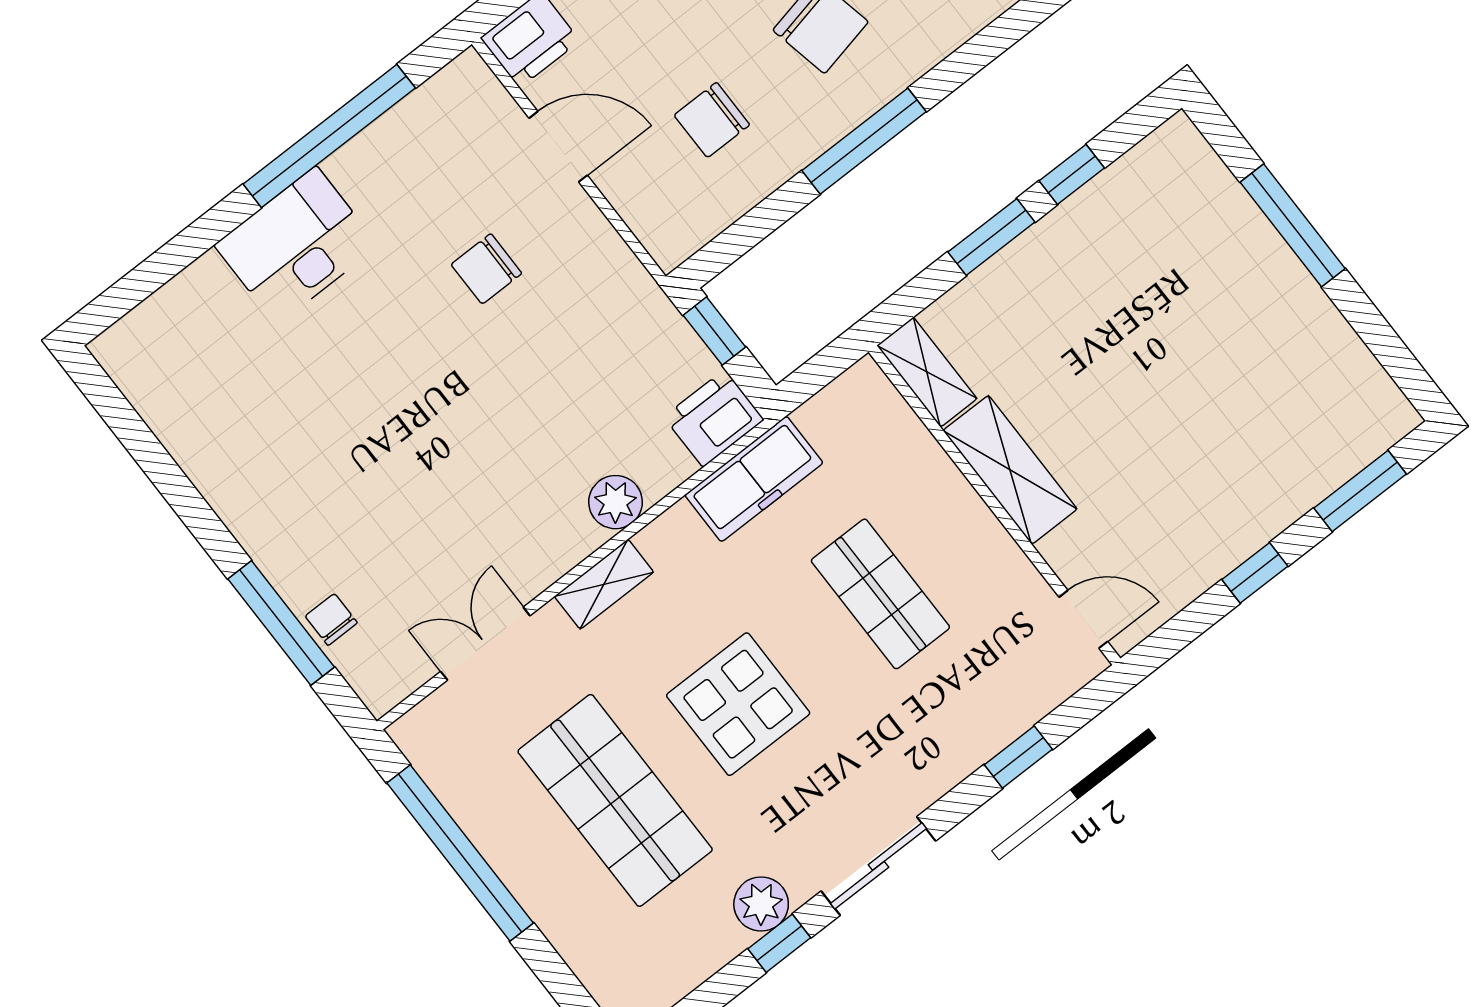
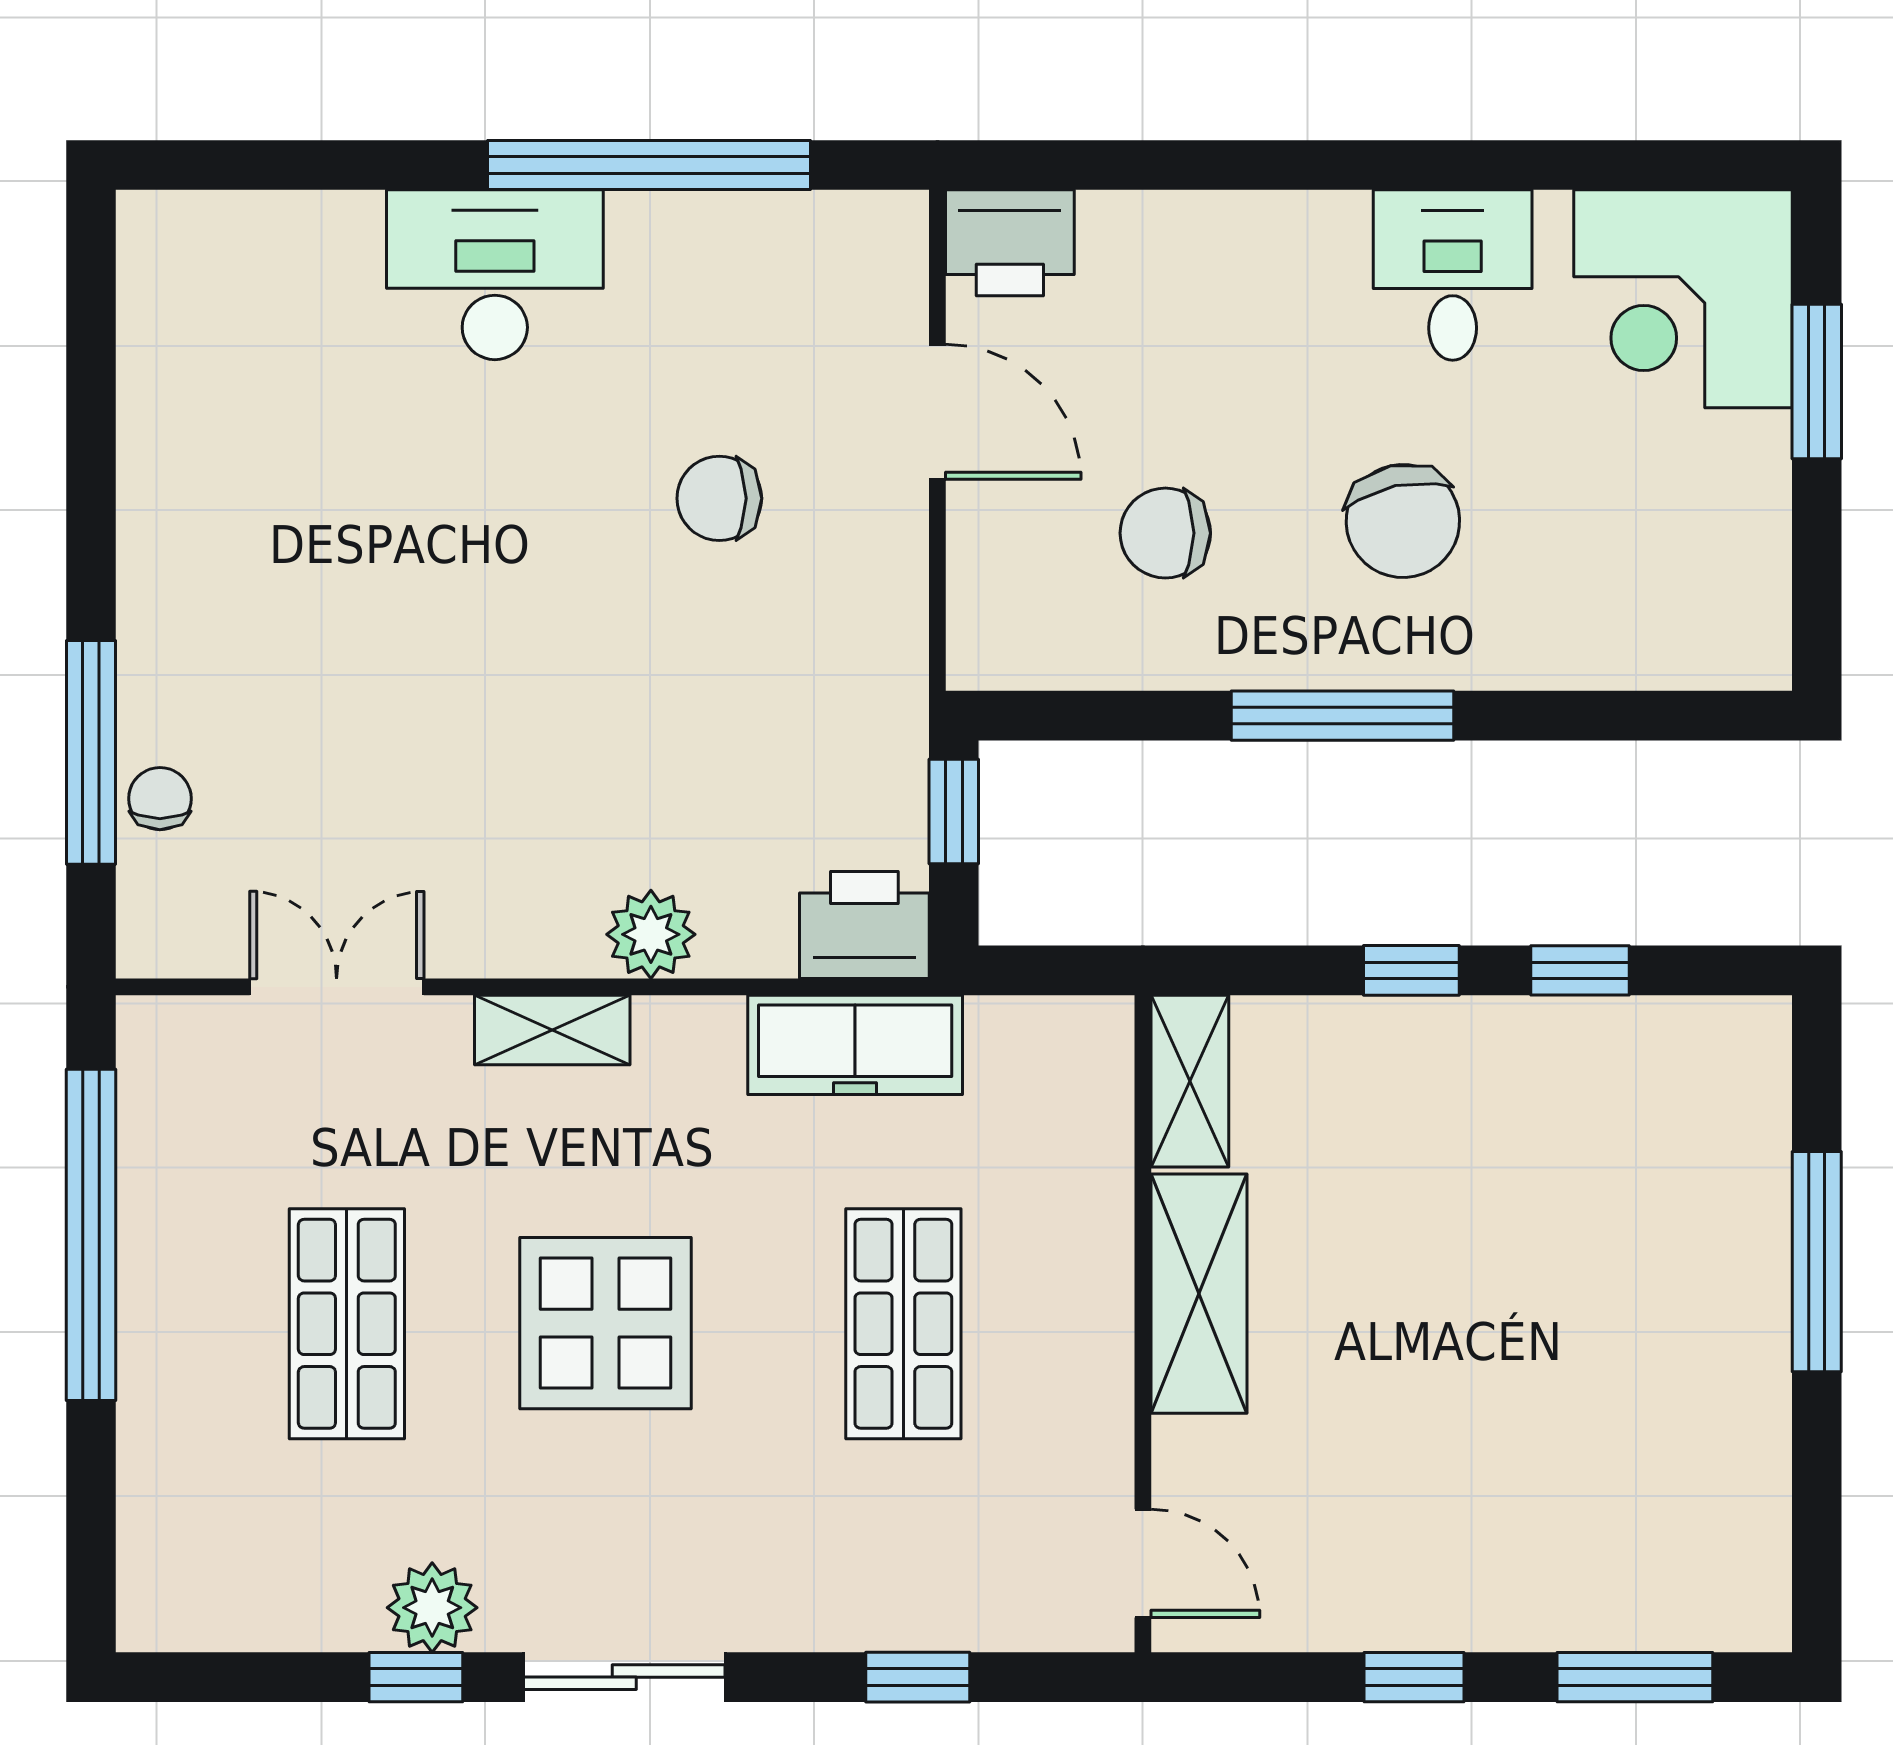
window: (991, 237) -> (1411, 970), width x0.67
shop shelf: (615, 800) -> (347, 1324), width x0.70, depth x0.74

